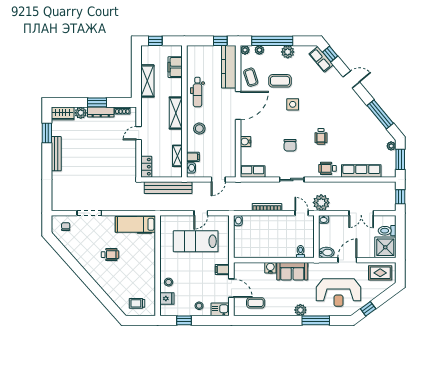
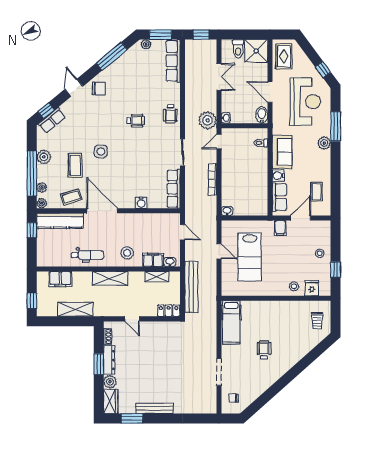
chair: (290, 145) -> (99, 88), moved
filing cabinet: (193, 157) -> (153, 260), width x2.00
row of seats: (253, 171) -> (174, 189), width x1.48
row of seats: (361, 171) -> (173, 61), moved
row of seats: (251, 269) -> (279, 197), added
kitchen sink: (220, 309) -> (324, 230), removed

